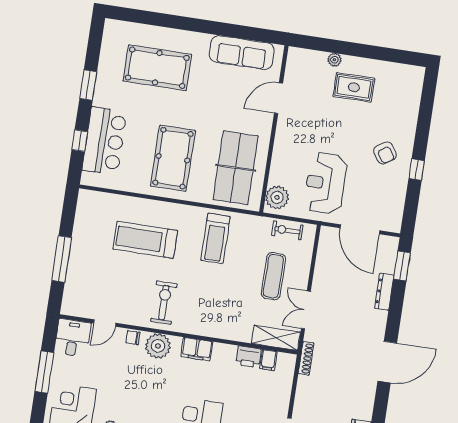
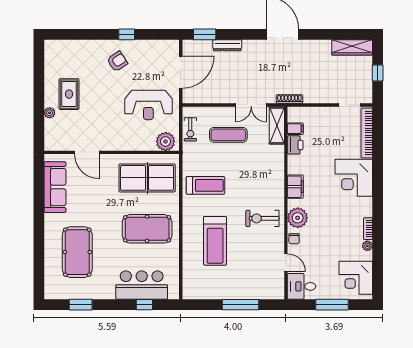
window: (88, 85) -> (81, 305), moved

